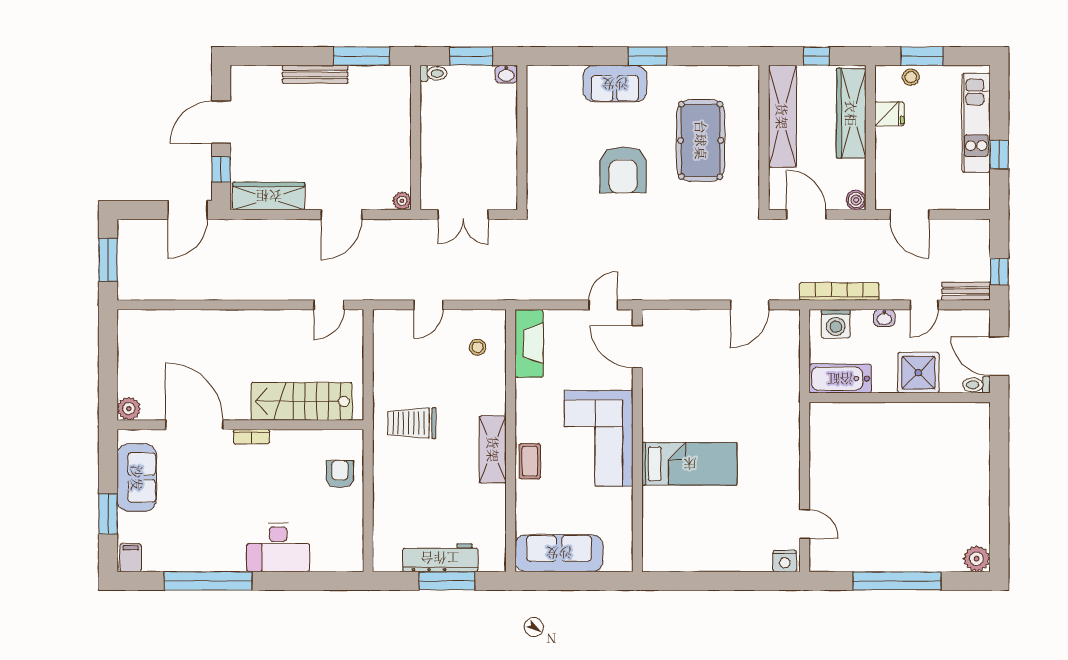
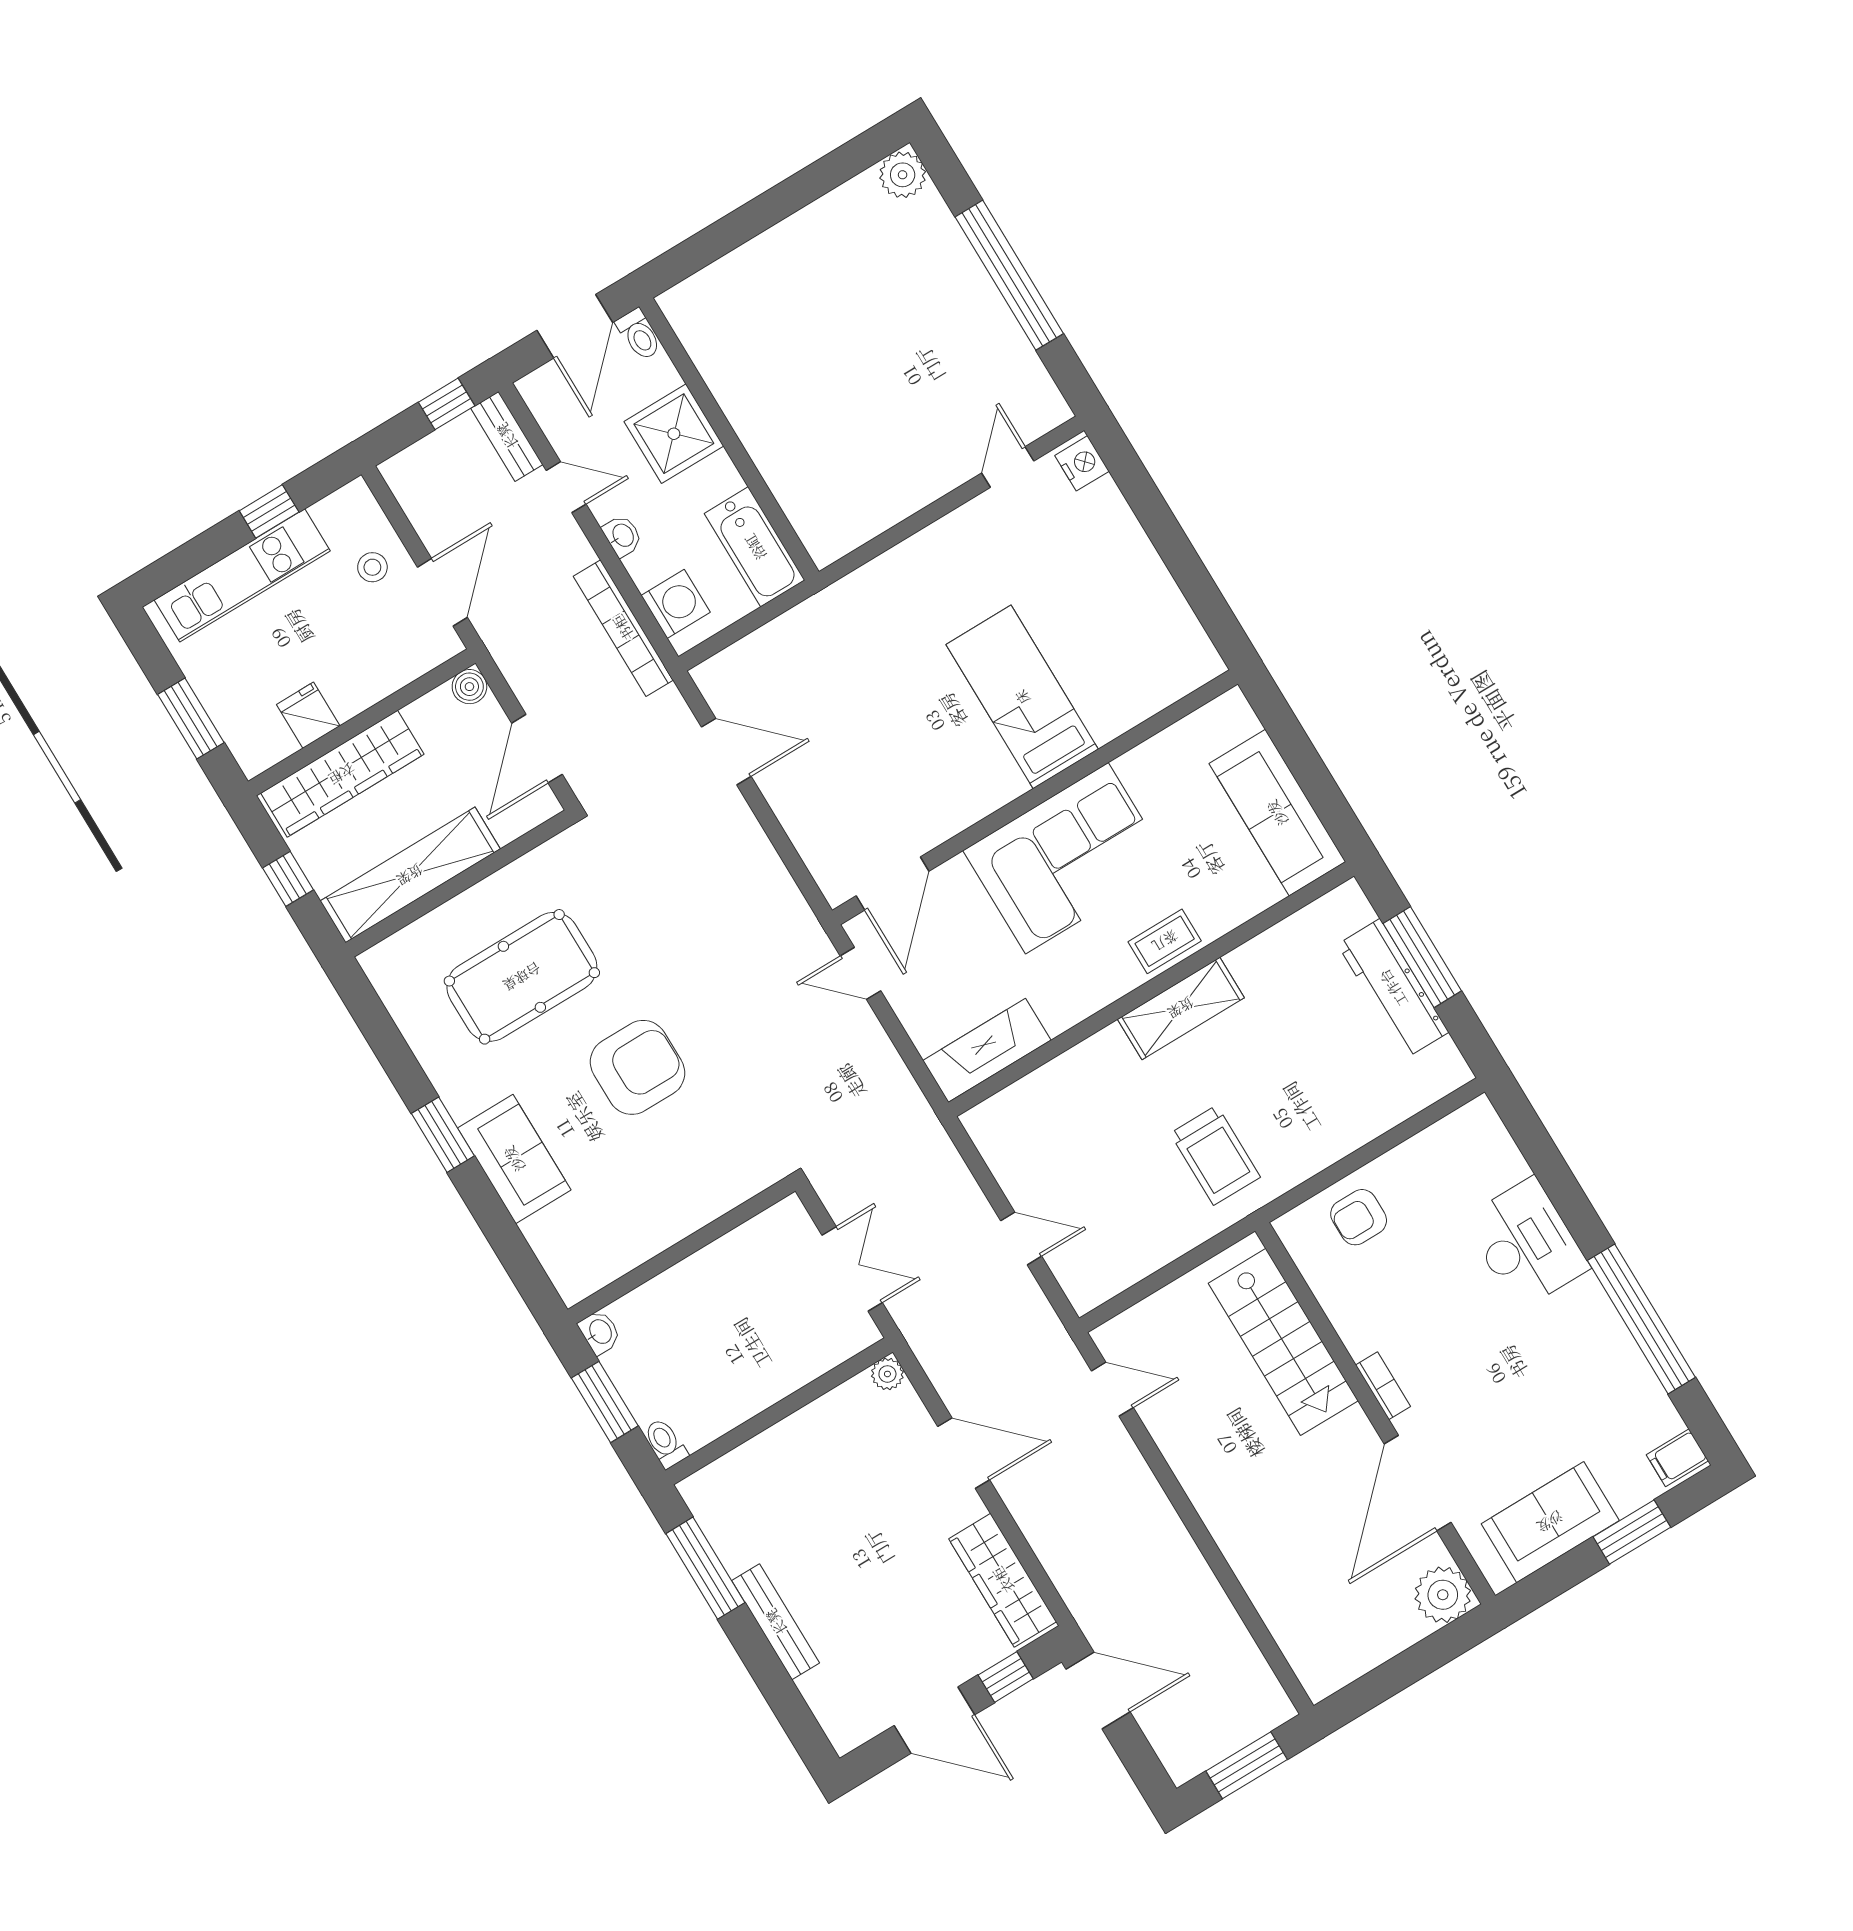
stool: (911, 77) -> (372, 567), moved
stool: (477, 347) -> (1040, 1125), removed
plant: (129, 409) -> (1443, 1595), width x1.36, depth x1.36

